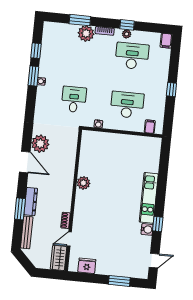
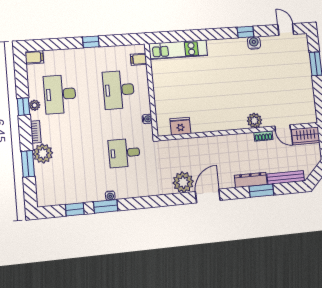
plant: (83, 183) -> (254, 121), moved
kitchen unit: (149, 198) -> (178, 50), moved
fridge: (87, 266) -> (180, 126), moved, turned 90

